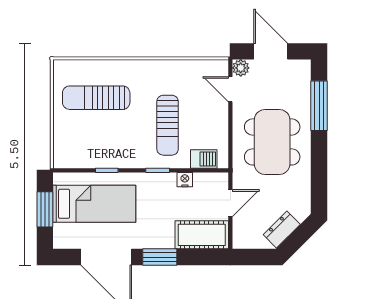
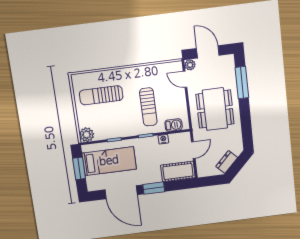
plant: (64, 157) -> (87, 135), added

